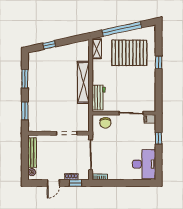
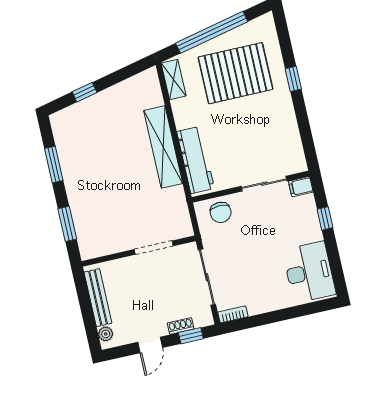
workbench: (99, 98) -> (196, 160), width x1.38

